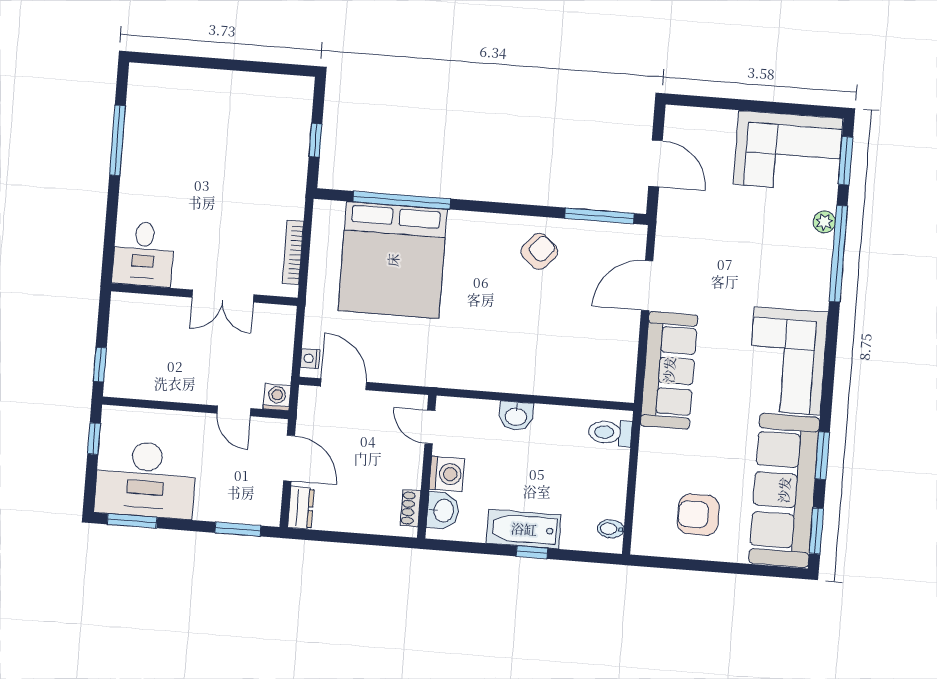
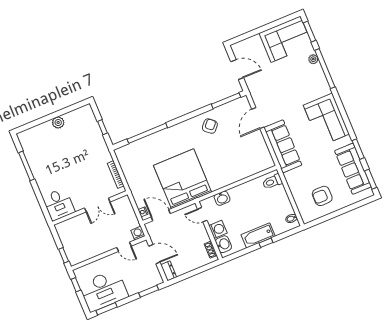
plant: (229, 84) -> (58, 123), added
bed: (393, 260) -> (182, 179), moved, turned 180
washbasin: (516, 416) -> (222, 198), moved
sofa: (784, 490) -> (353, 169), width x0.74, depth x0.79

